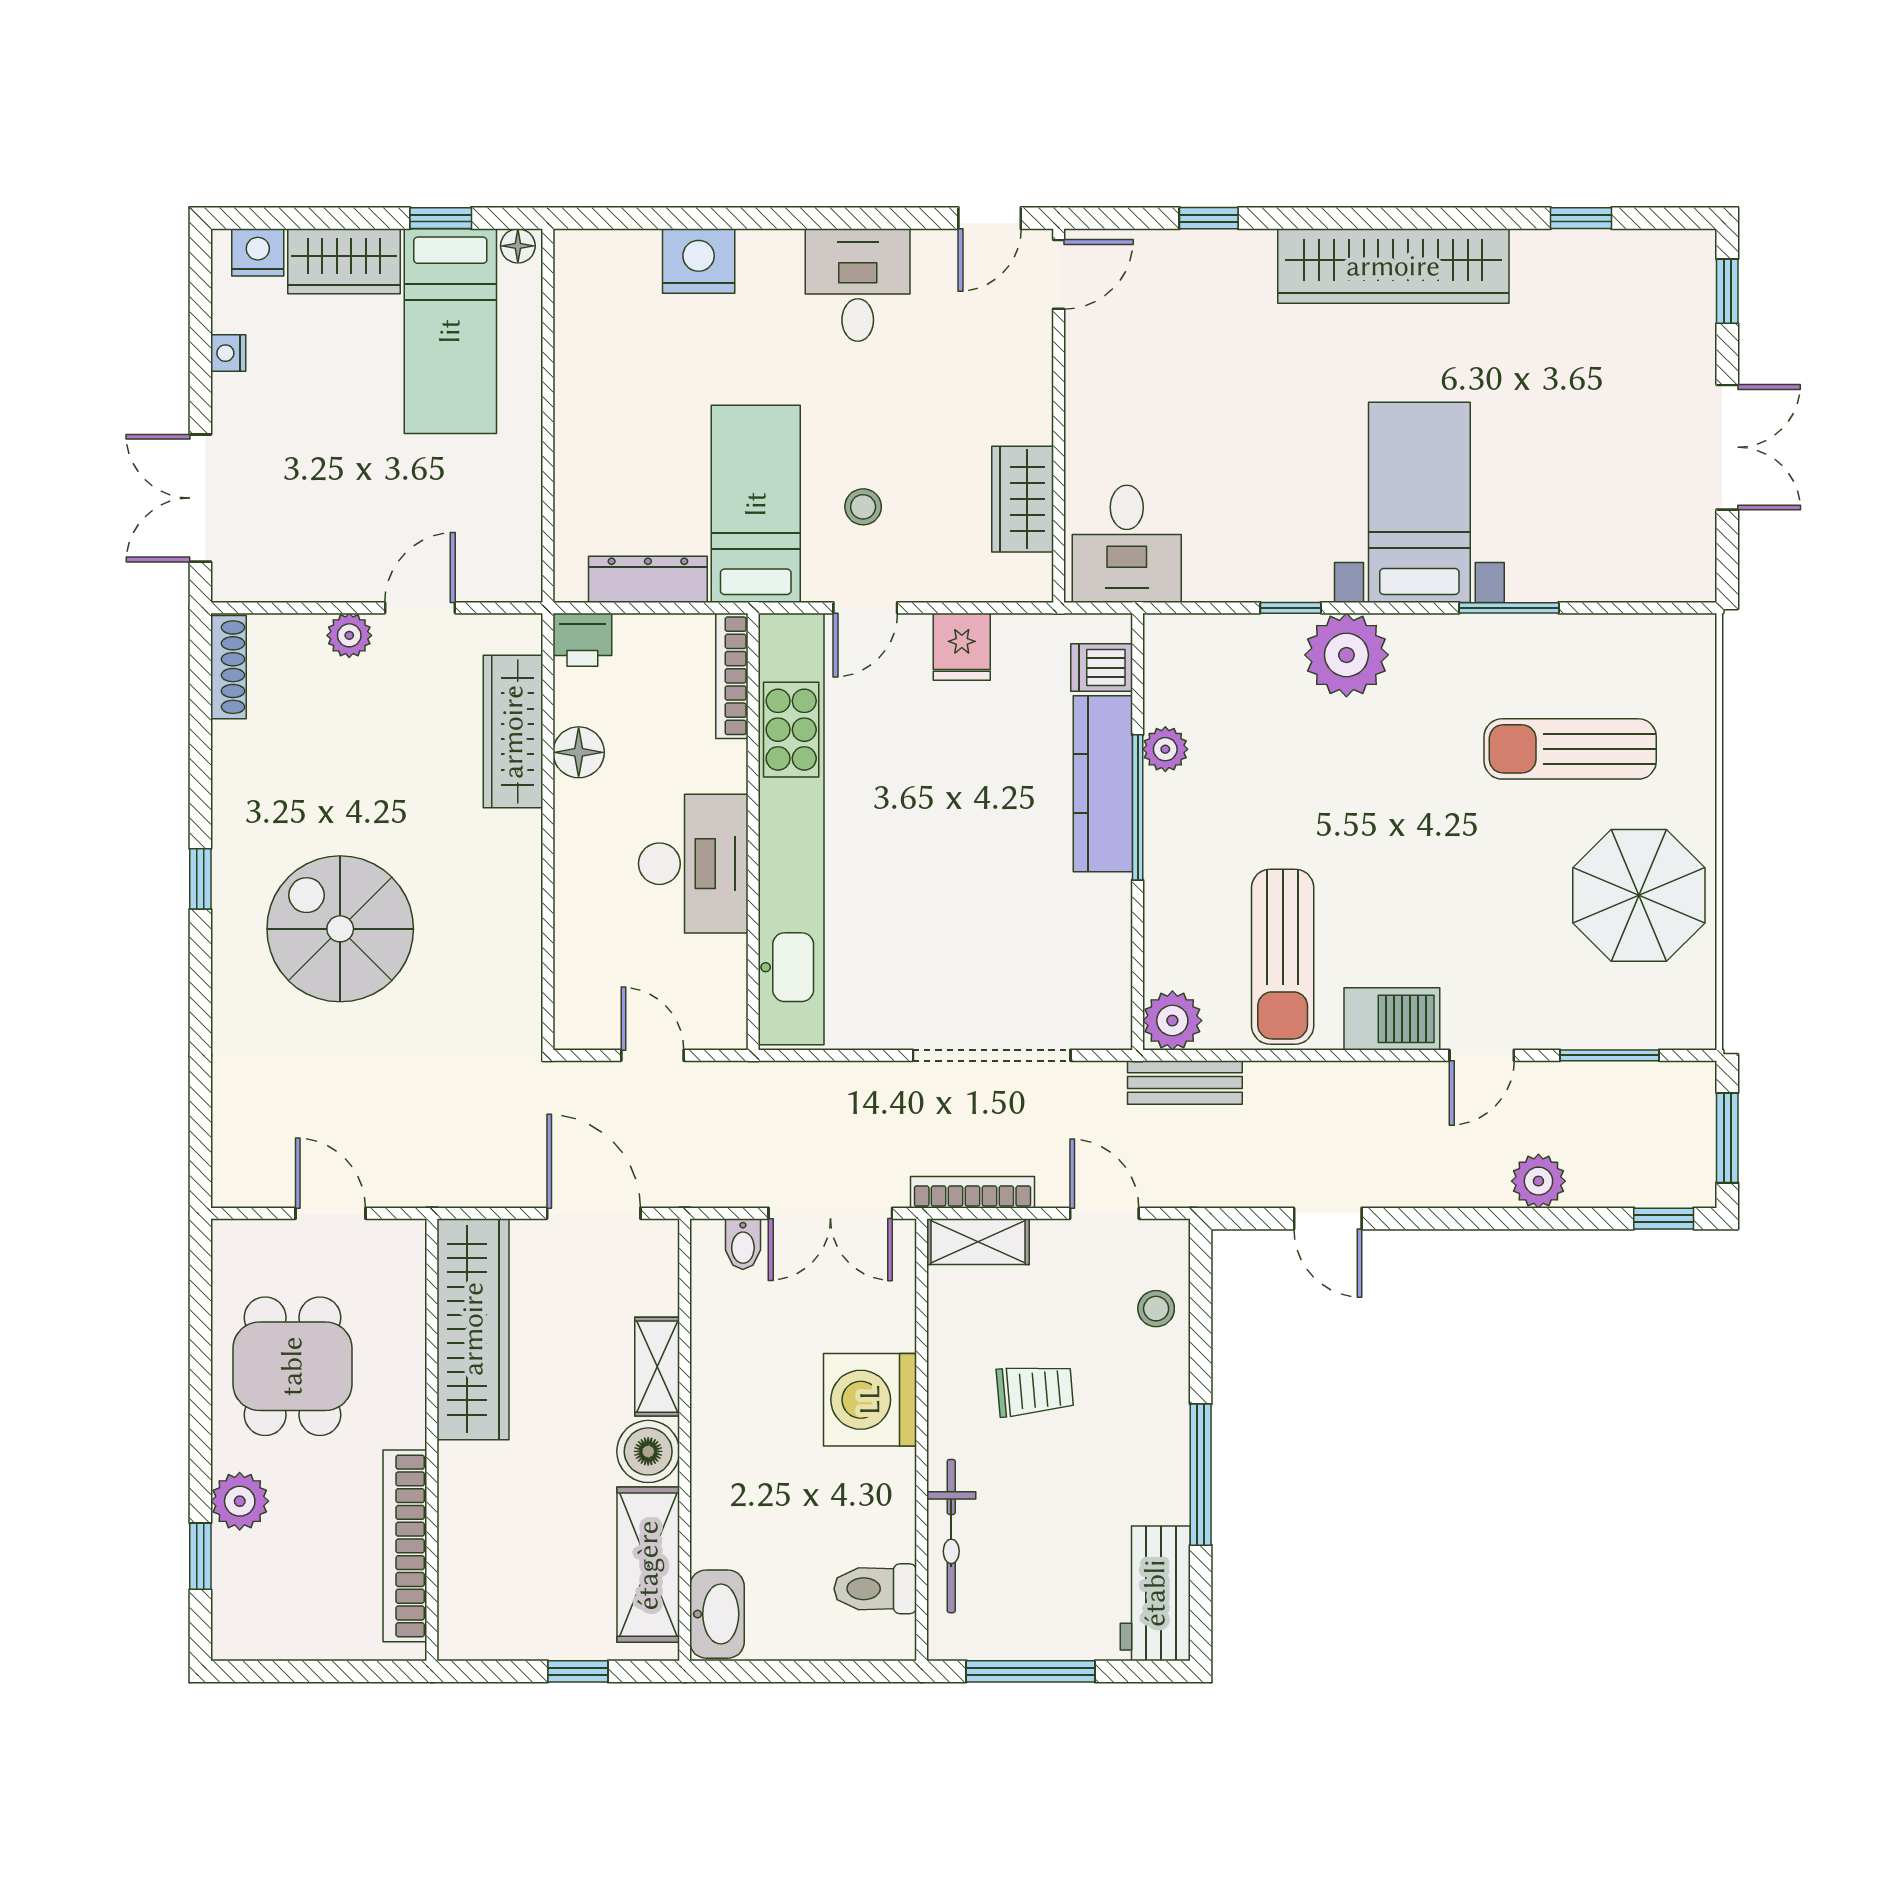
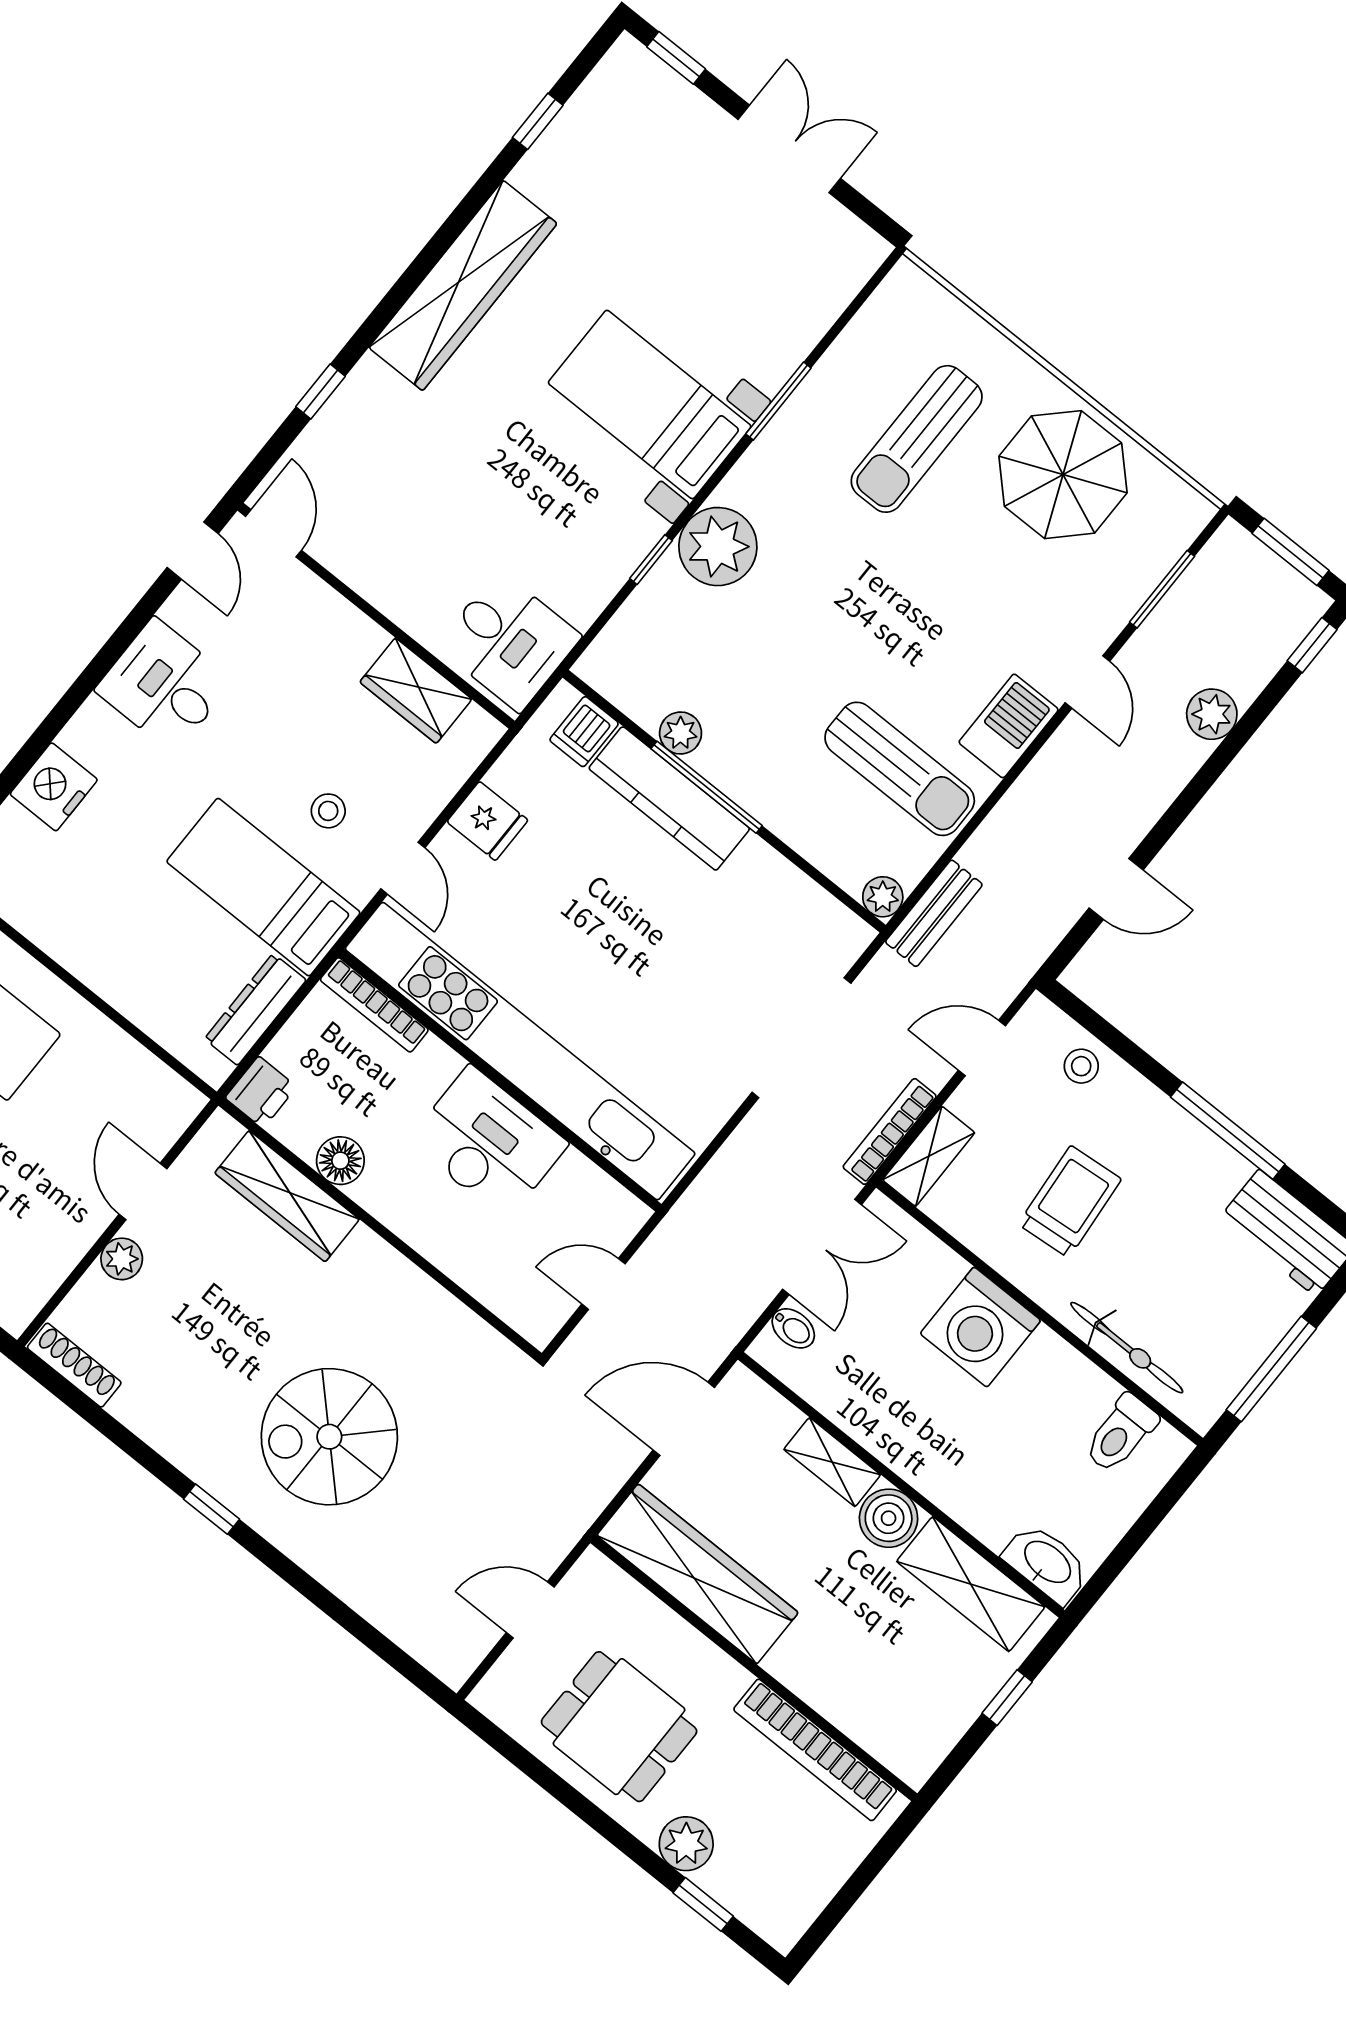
plant: (1172, 1021) -> (883, 897), width x0.73, depth x0.73
trolley: (1035, 1390) -> (1070, 1202), width x1.36, depth x1.39

